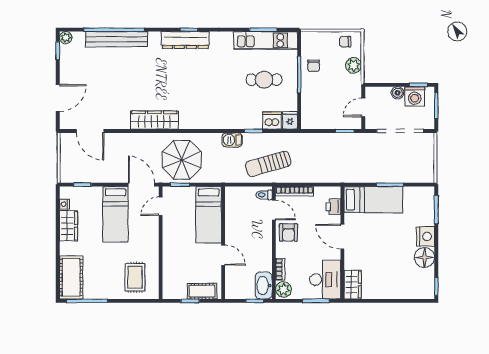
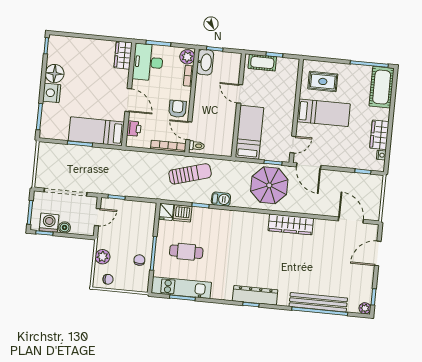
bed: (115, 214) -> (323, 113), moved, turned 90
rug: (135, 277) -> (323, 81), turned 90

